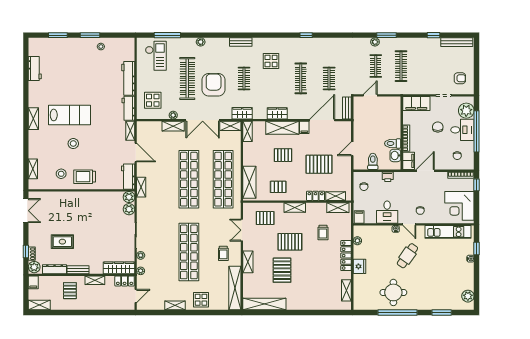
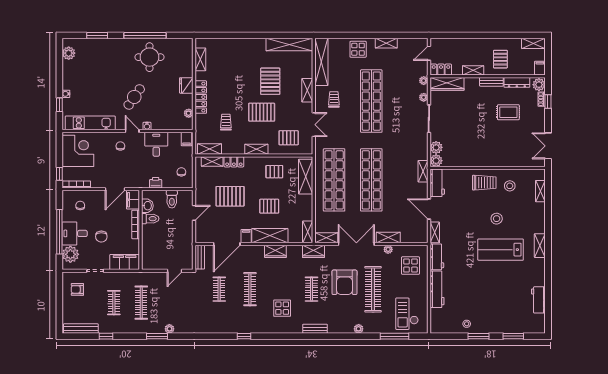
clothes rail: (376, 66) -> (114, 303), moved

